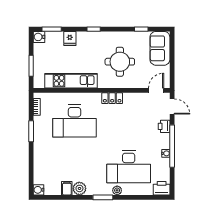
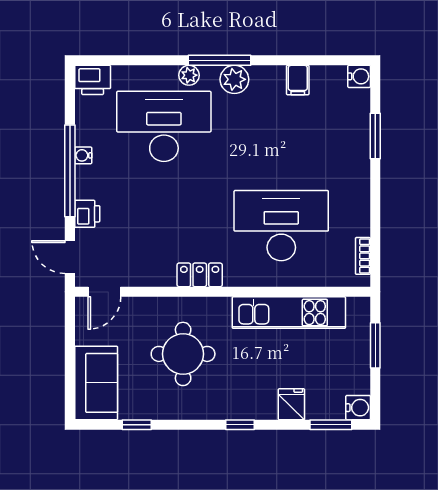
window: (31, 131) -> (375, 136), moved
plant: (79, 188) -> (234, 79), moved
window: (103, 197) -> (220, 60), width x1.44

